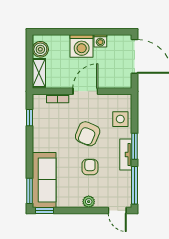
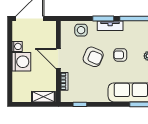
boiler: (40, 49) -> (24, 95), removed

